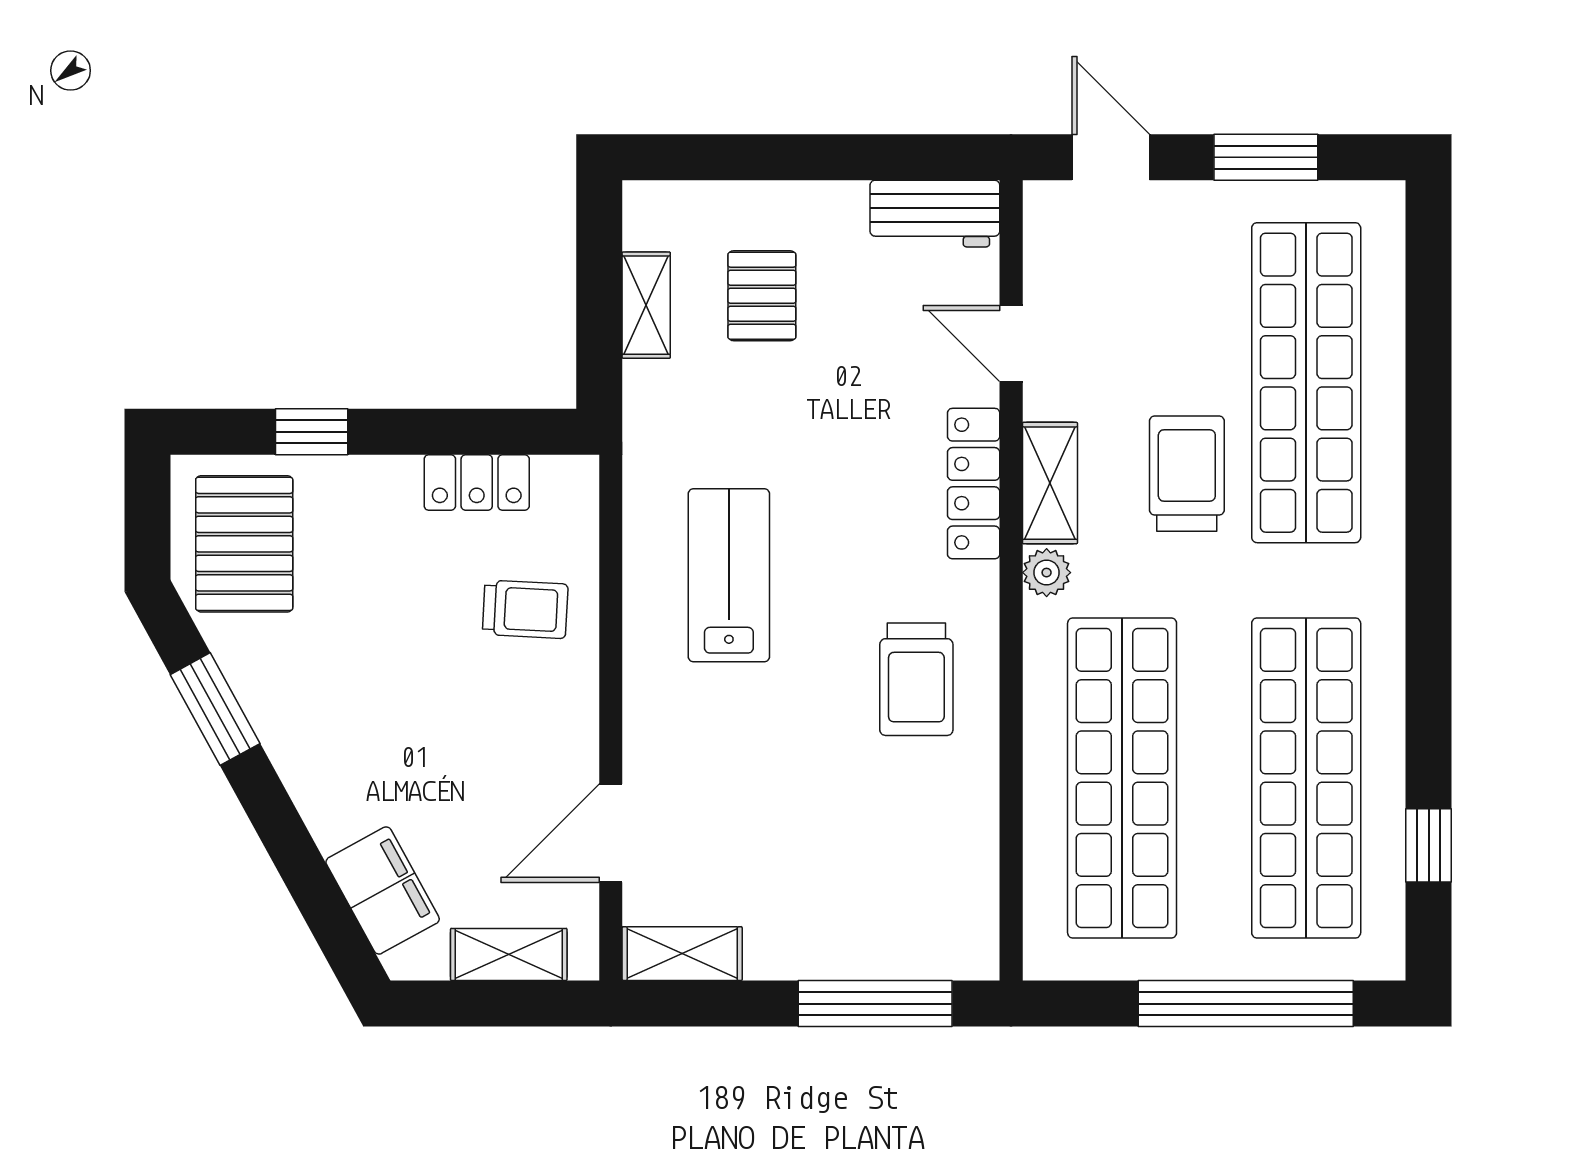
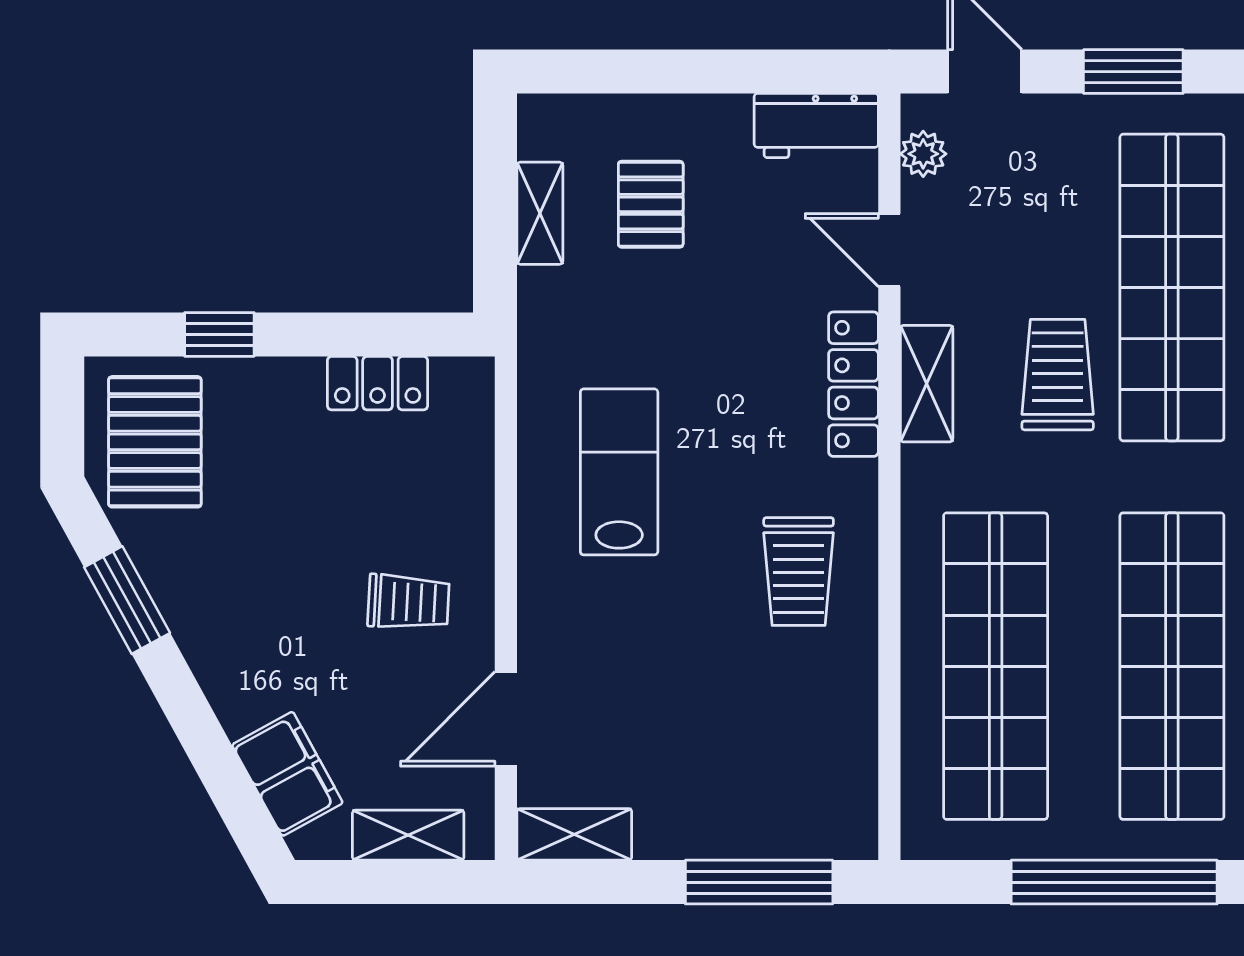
plant: (1047, 573) -> (923, 154), moved
trolley: (525, 609) -> (408, 602), moved

